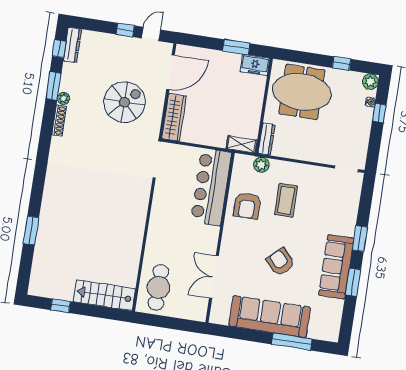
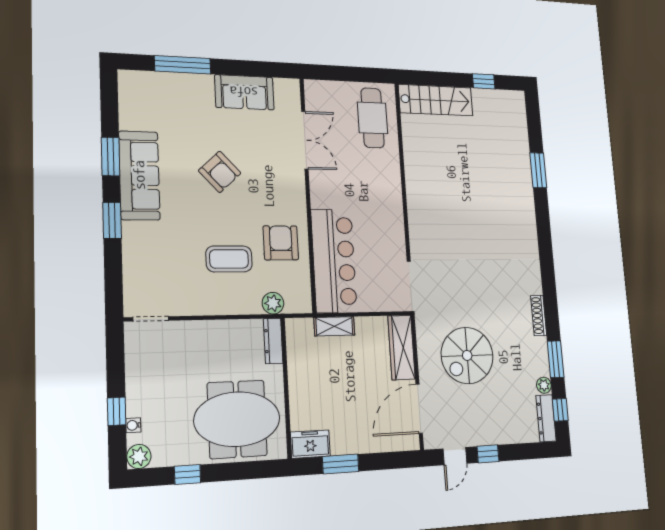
plant: (63, 98) -> (544, 385), moved
shelving: (242, 144) -> (334, 326), moved
coffee table: (286, 200) -> (229, 259), turned 90
sofa: (270, 317) -> (244, 92), width x0.54, depth x0.79

